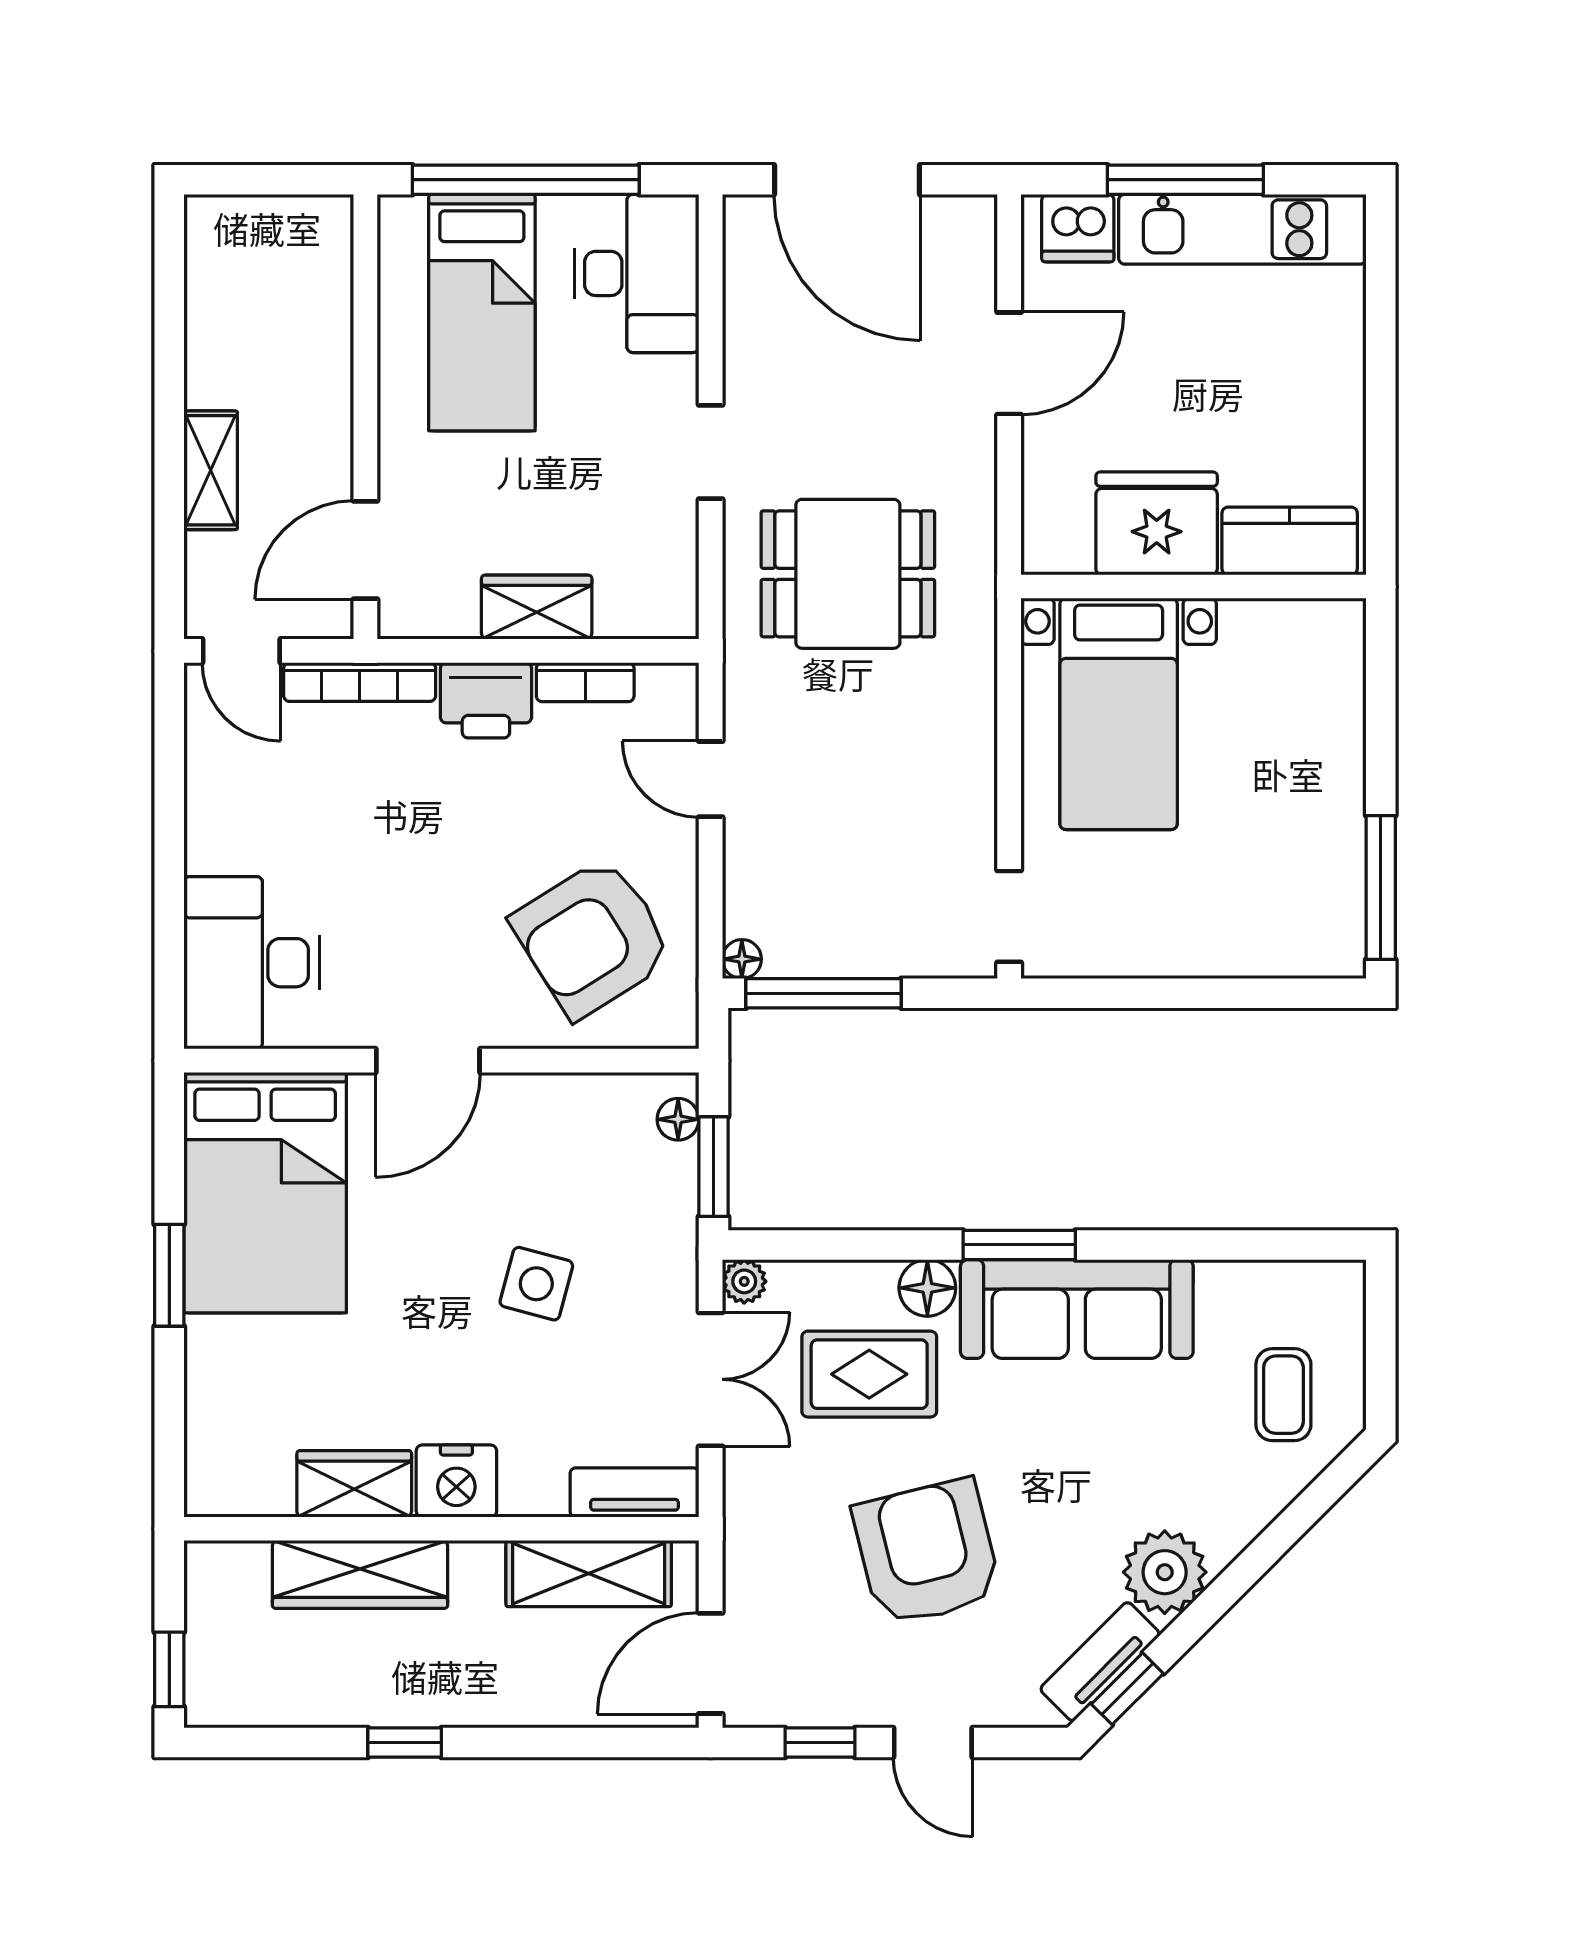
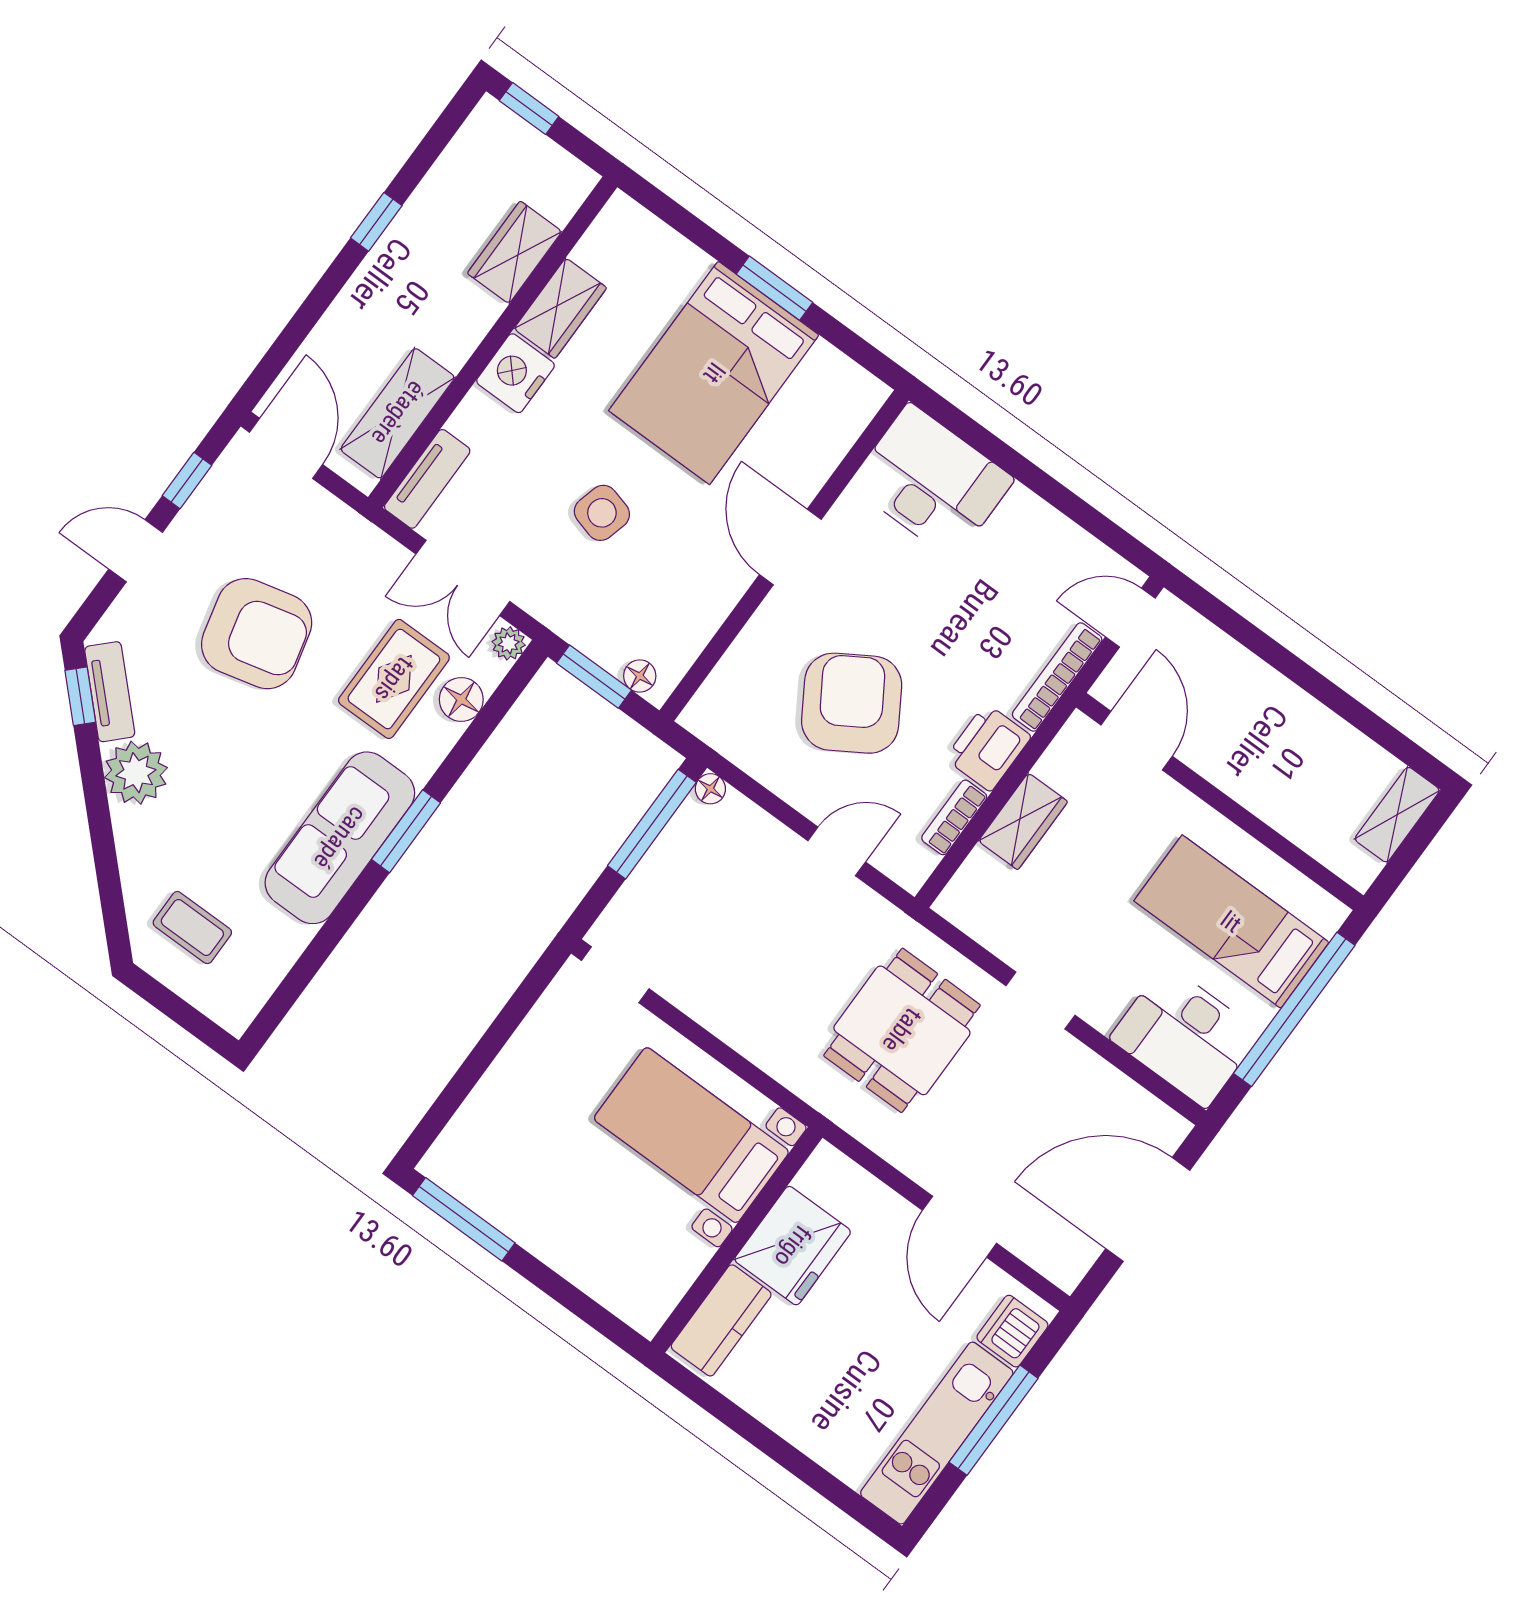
shelving: (211, 470) -> (1397, 815), moved, turned 90
armchair: (592, 938) -> (852, 703), moved
bed: (265, 1193) -> (714, 373), moved, turned -90
floor lamp: (927, 1288) -> (461, 699), moved
wardrobe: (360, 1574) -> (515, 252), width x0.67

